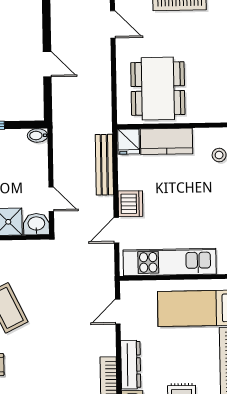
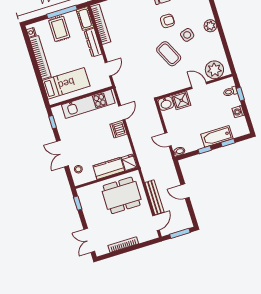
door: (113, 24) -> (156, 223), swing flipped
dining table: (158, 89) -> (122, 195), turned 90
bench: (104, 165) -> (154, 197), moved
door: (51, 199) -> (168, 139), moved

